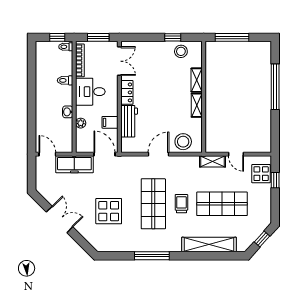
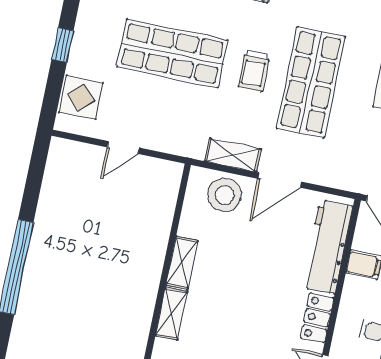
workbench: (129, 121) -> (327, 247), width x1.37
door: (236, 154) -> (123, 148), swing flipped
shelving: (213, 161) -> (233, 155), moved
window: (275, 180) -> (62, 45), moved

